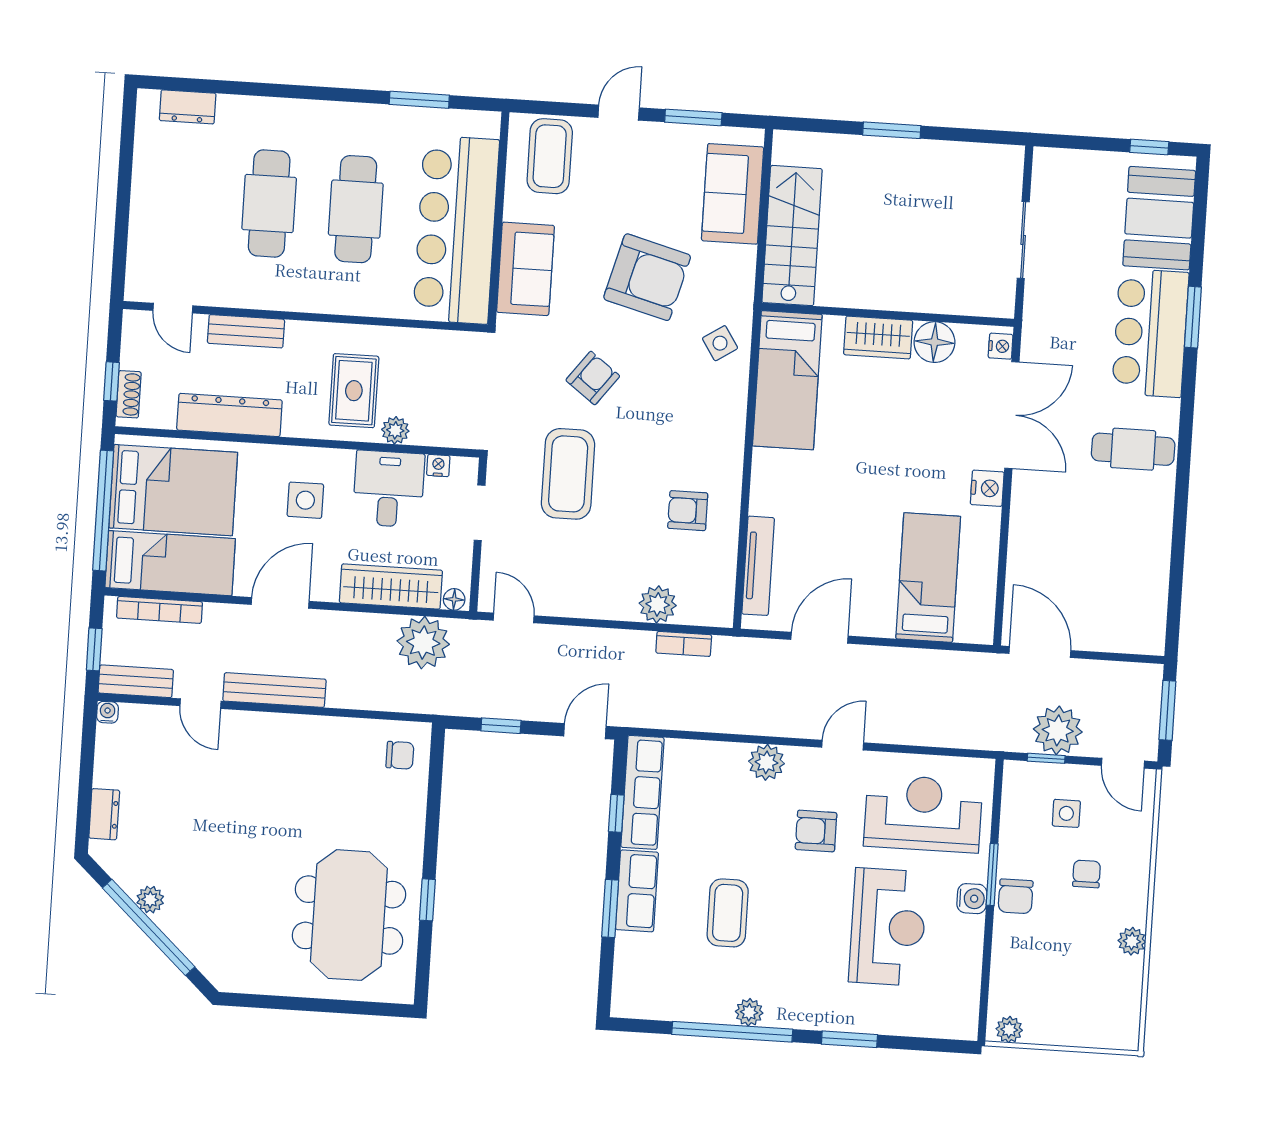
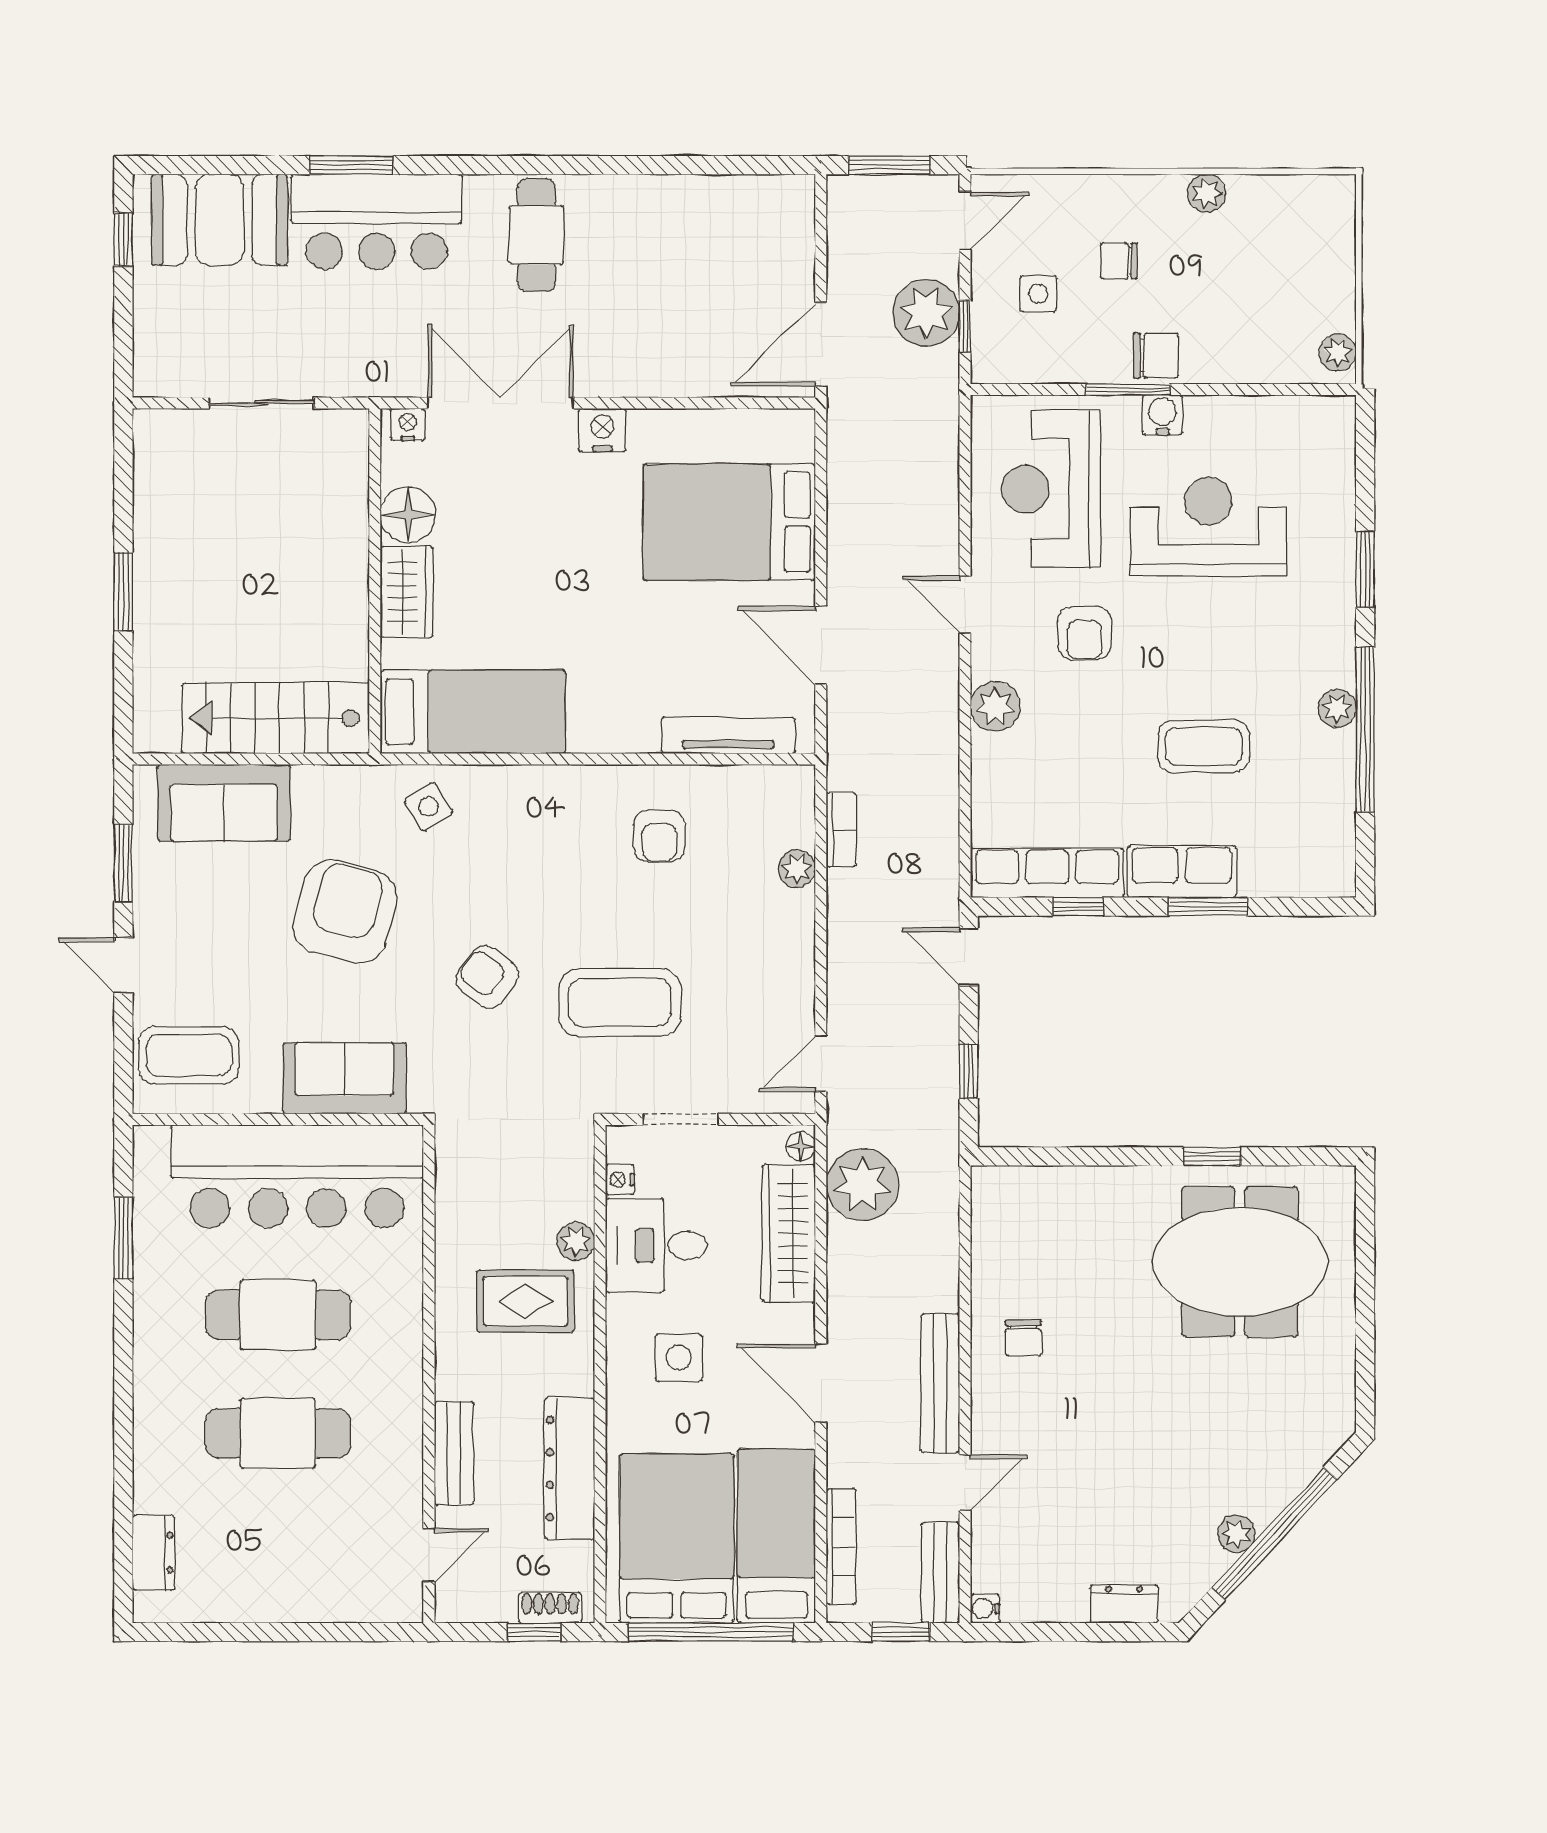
bed: (928, 578) -> (729, 522), width x1.50
plant: (658, 604) -> (797, 869), width x0.73, depth x0.73
chair: (400, 755) -> (1023, 1338), moved, turned 180

